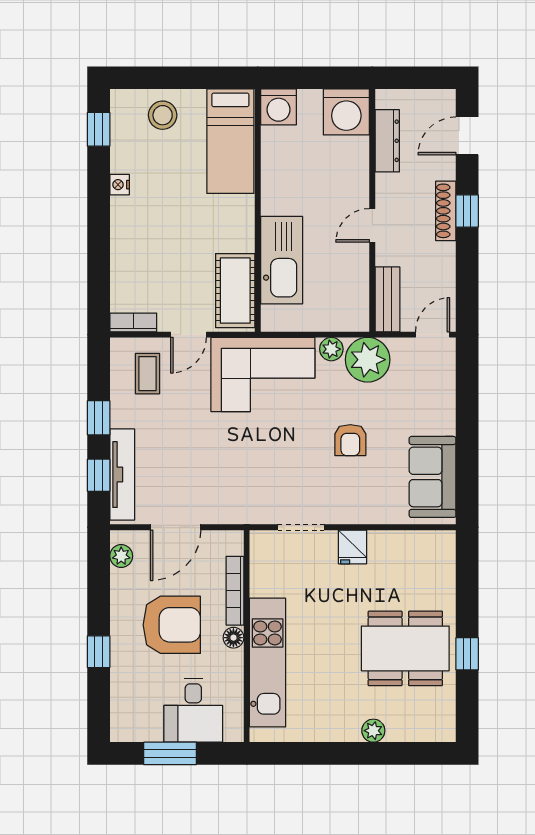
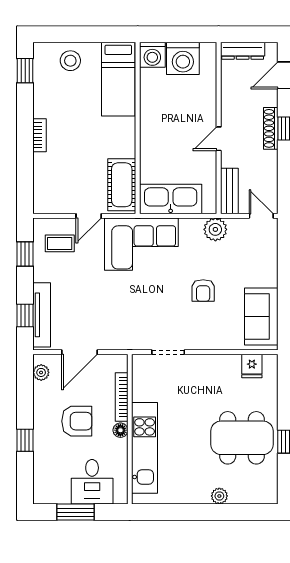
washing machine: (346, 112) -> (183, 58), moved
dresser: (387, 141) -> (243, 51), moved, turned 90
nightstand: (120, 185) -> (40, 110), removed
kitchen sink: (282, 260) -> (171, 199), moved, turned -90
bookcase: (133, 322) -> (40, 135), moved, turned 90
door: (433, 335) -> (261, 216), hinge flipped
plant: (331, 349) -> (190, 226), removed
plant: (368, 360) -> (215, 229), width x0.73, depth x0.73
coffee table: (148, 374) -> (60, 243), turned 90
window: (99, 418) -> (25, 254), moved
fridge: (352, 547) -> (252, 366), moved
armchair: (172, 625) -> (77, 421), width x0.73, depth x0.73

